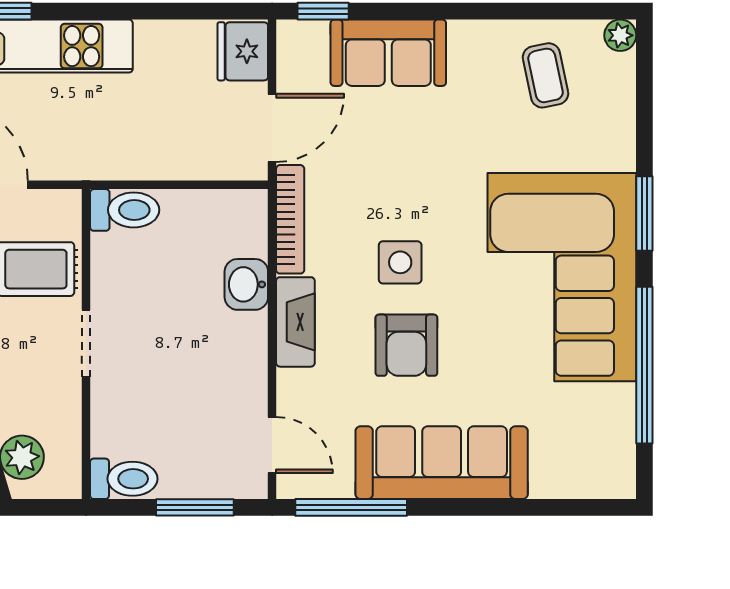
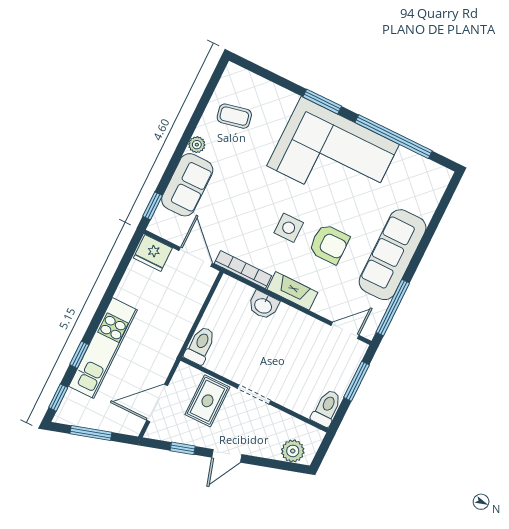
plant: (620, 35) -> (197, 145), moved

